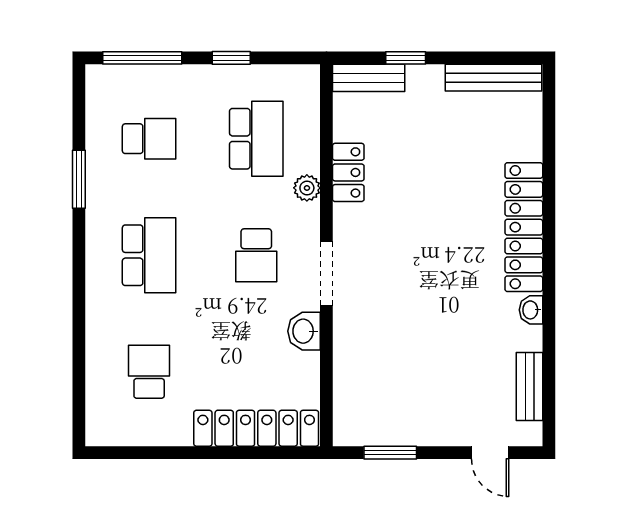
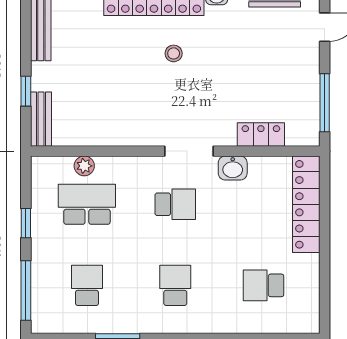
locker: (348, 172) -> (261, 135), moved
plant: (307, 188) -> (84, 166), moved
stool: (455, 253) -> (174, 53), added
school desk: (149, 255) -> (175, 285), width x0.54
window: (390, 453) -> (325, 103), width x1.44

